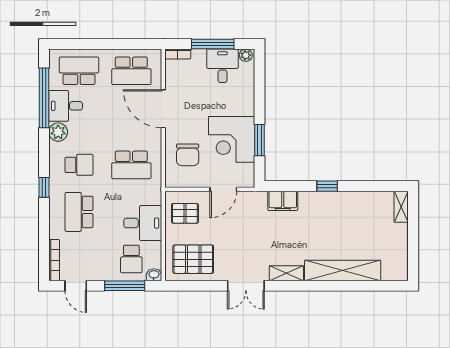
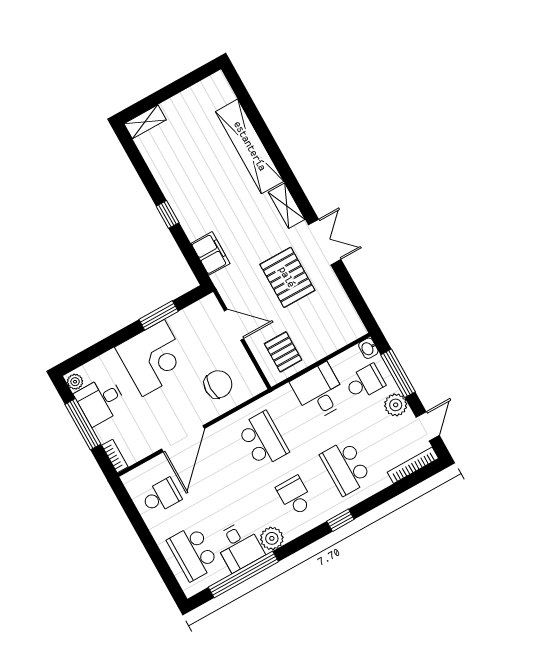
school desk: (131, 71) -> (161, 496), width x0.54
corner desk: (232, 139) -> (153, 358), moved
school desk: (79, 212) -> (346, 467), turned 90
pallet: (193, 259) -> (287, 277), moved
plant: (103, 272) -> (396, 405), added

